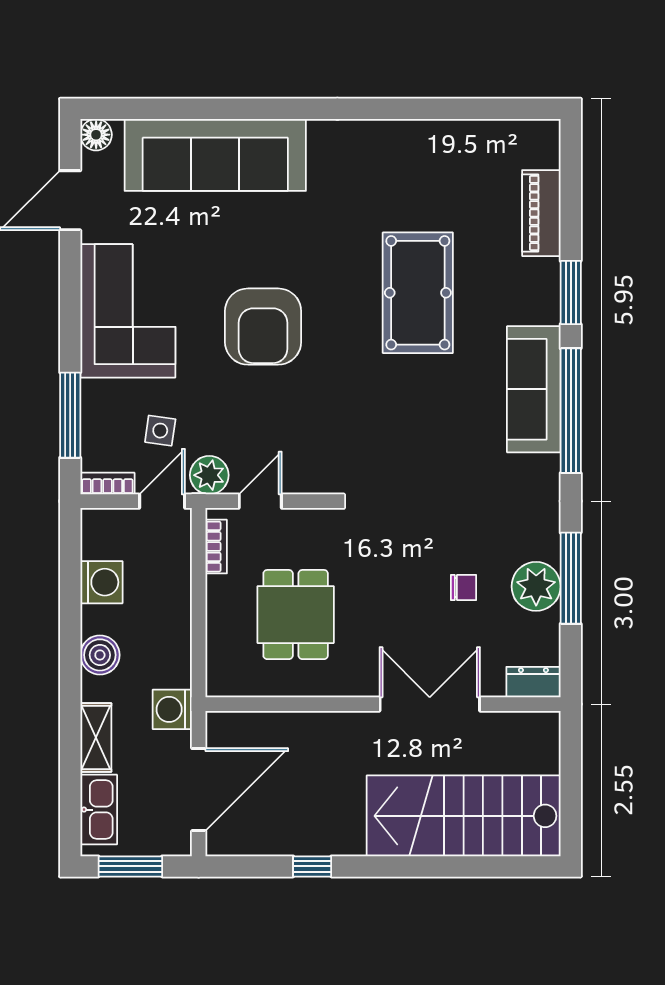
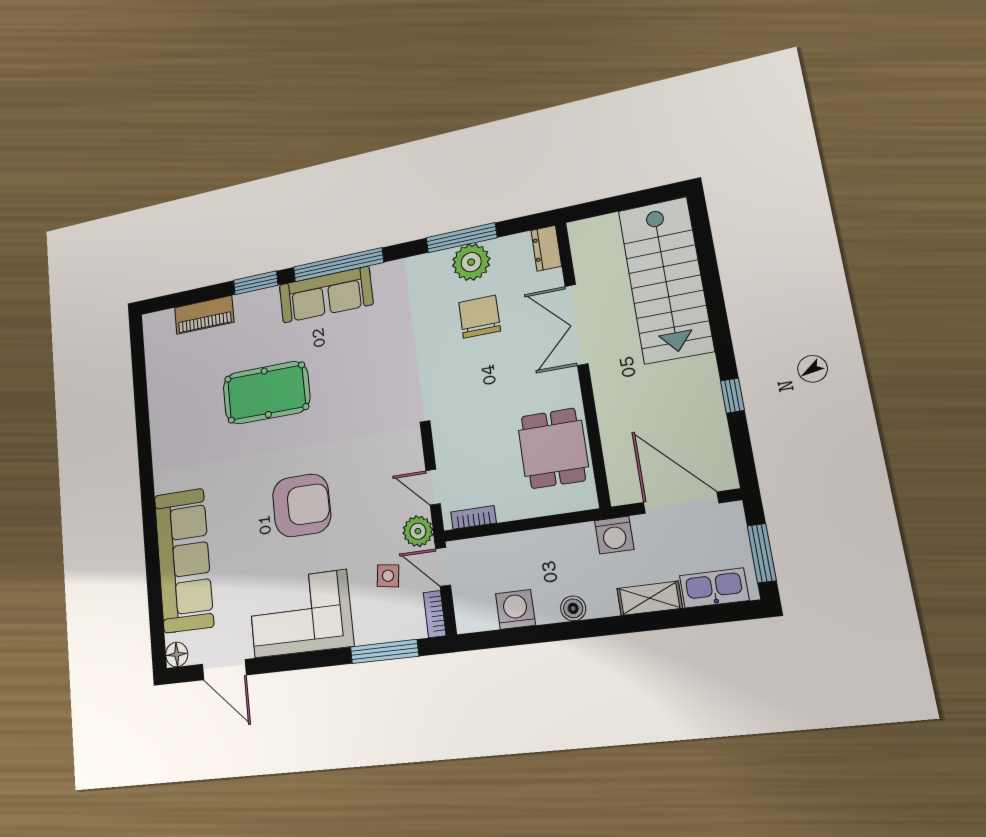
chair: (463, 587) -> (480, 317), width x1.87, depth x1.87
dining table: (296, 615) -> (553, 448), moved, turned 90
boiler: (100, 655) -> (573, 608), width x0.73, depth x0.73

